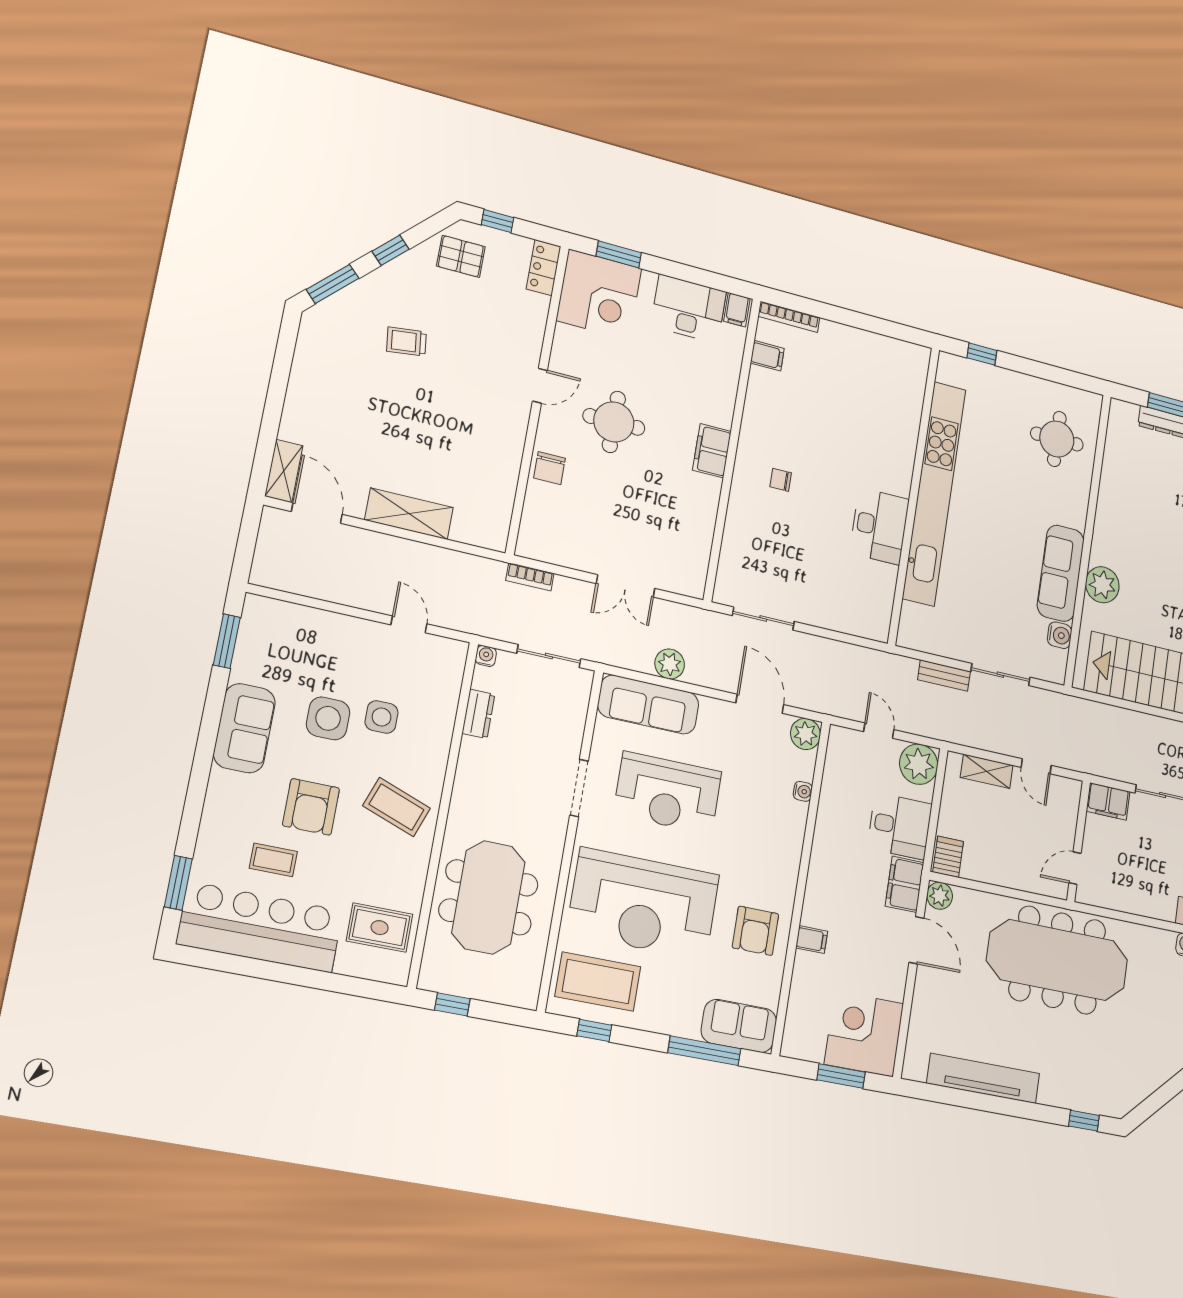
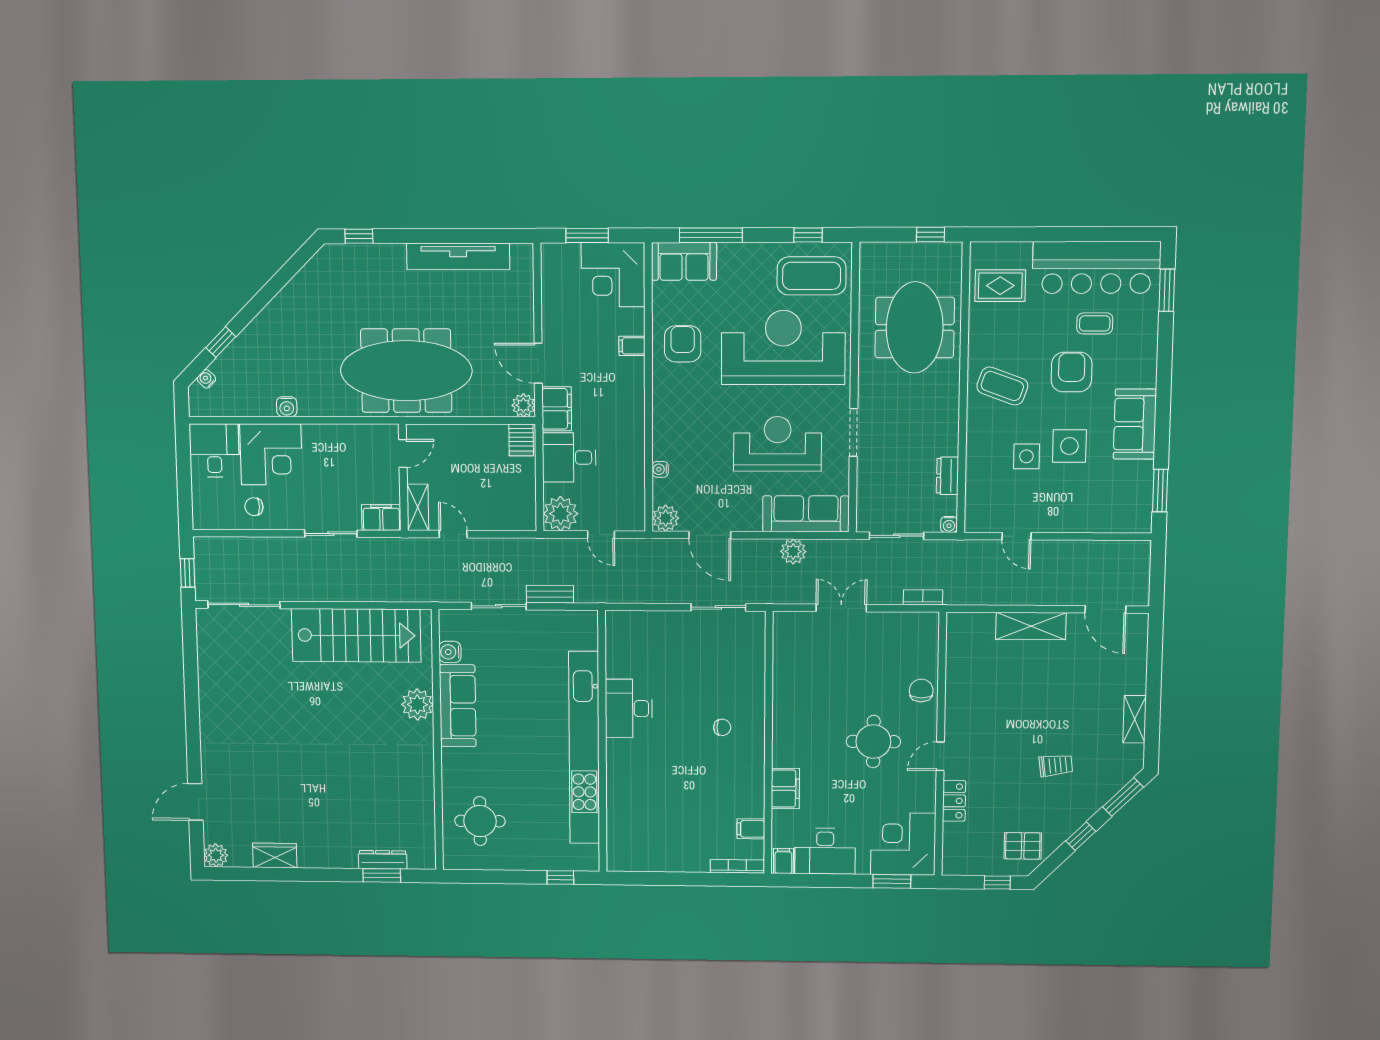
locker: (544, 268) -> (954, 801), moved
filing cabinet: (712, 451) -> (785, 789), moved
shelving: (284, 471) -> (1135, 719), moved
shelving: (987, 771) -> (418, 507), moved, turned 90
corner desk: (864, 1034) -> (613, 275), moved, turned 90

